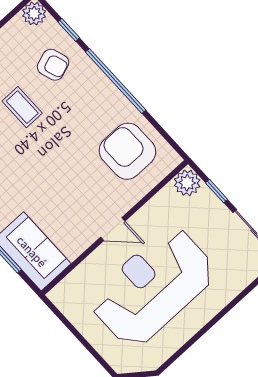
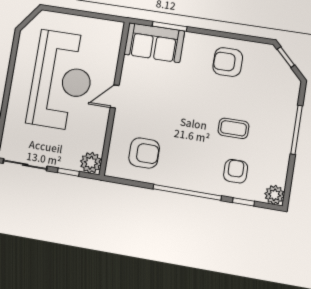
armchair: (53, 65) -> (236, 171), turned 109
armchair: (127, 151) -> (144, 153), width x0.73, depth x0.73

